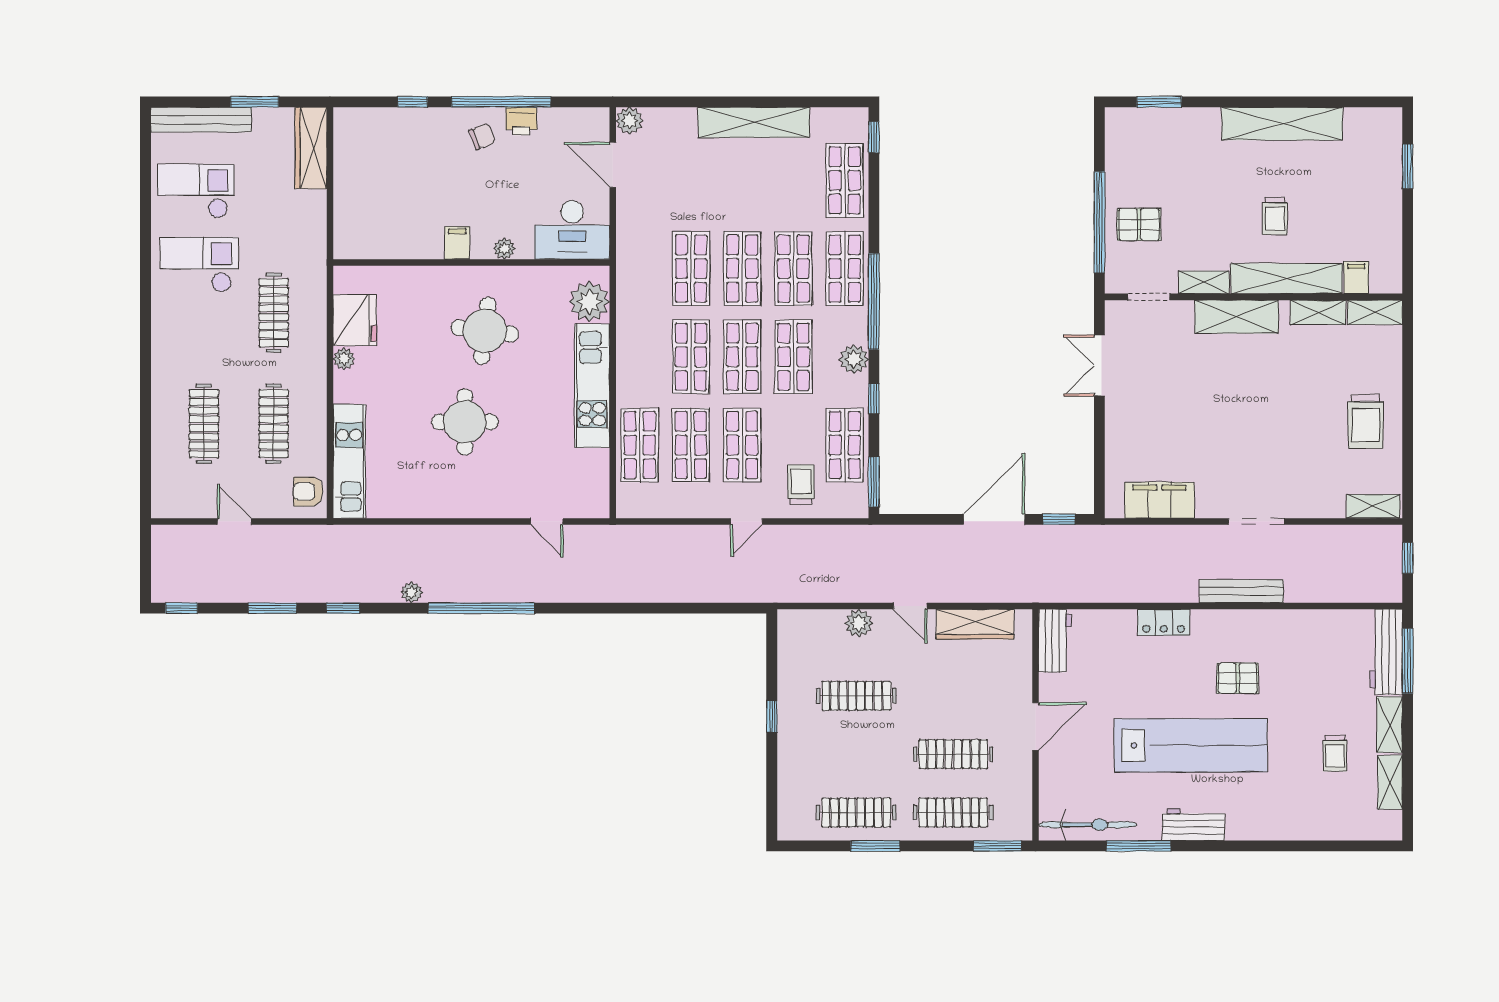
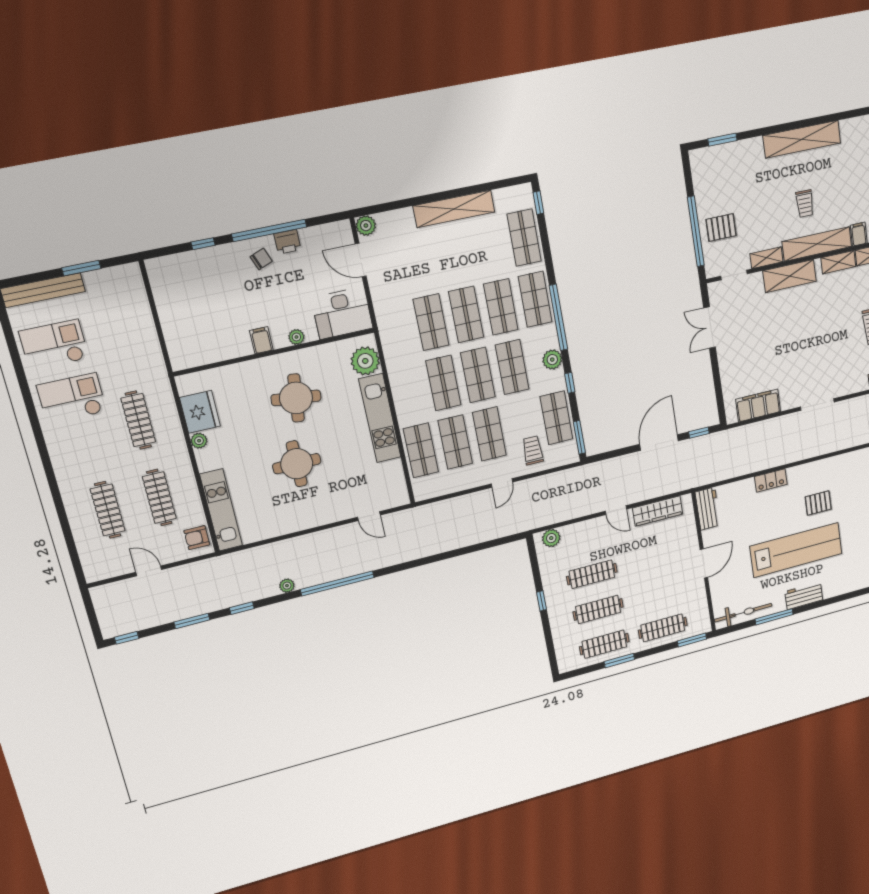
wardrobe: (311, 148) -> (134, 294), removed
bench: (1241, 591) -> (814, 450), removed
plant: (859, 623) -> (551, 538), moved
clothes rail: (953, 754) -> (598, 609), moved

